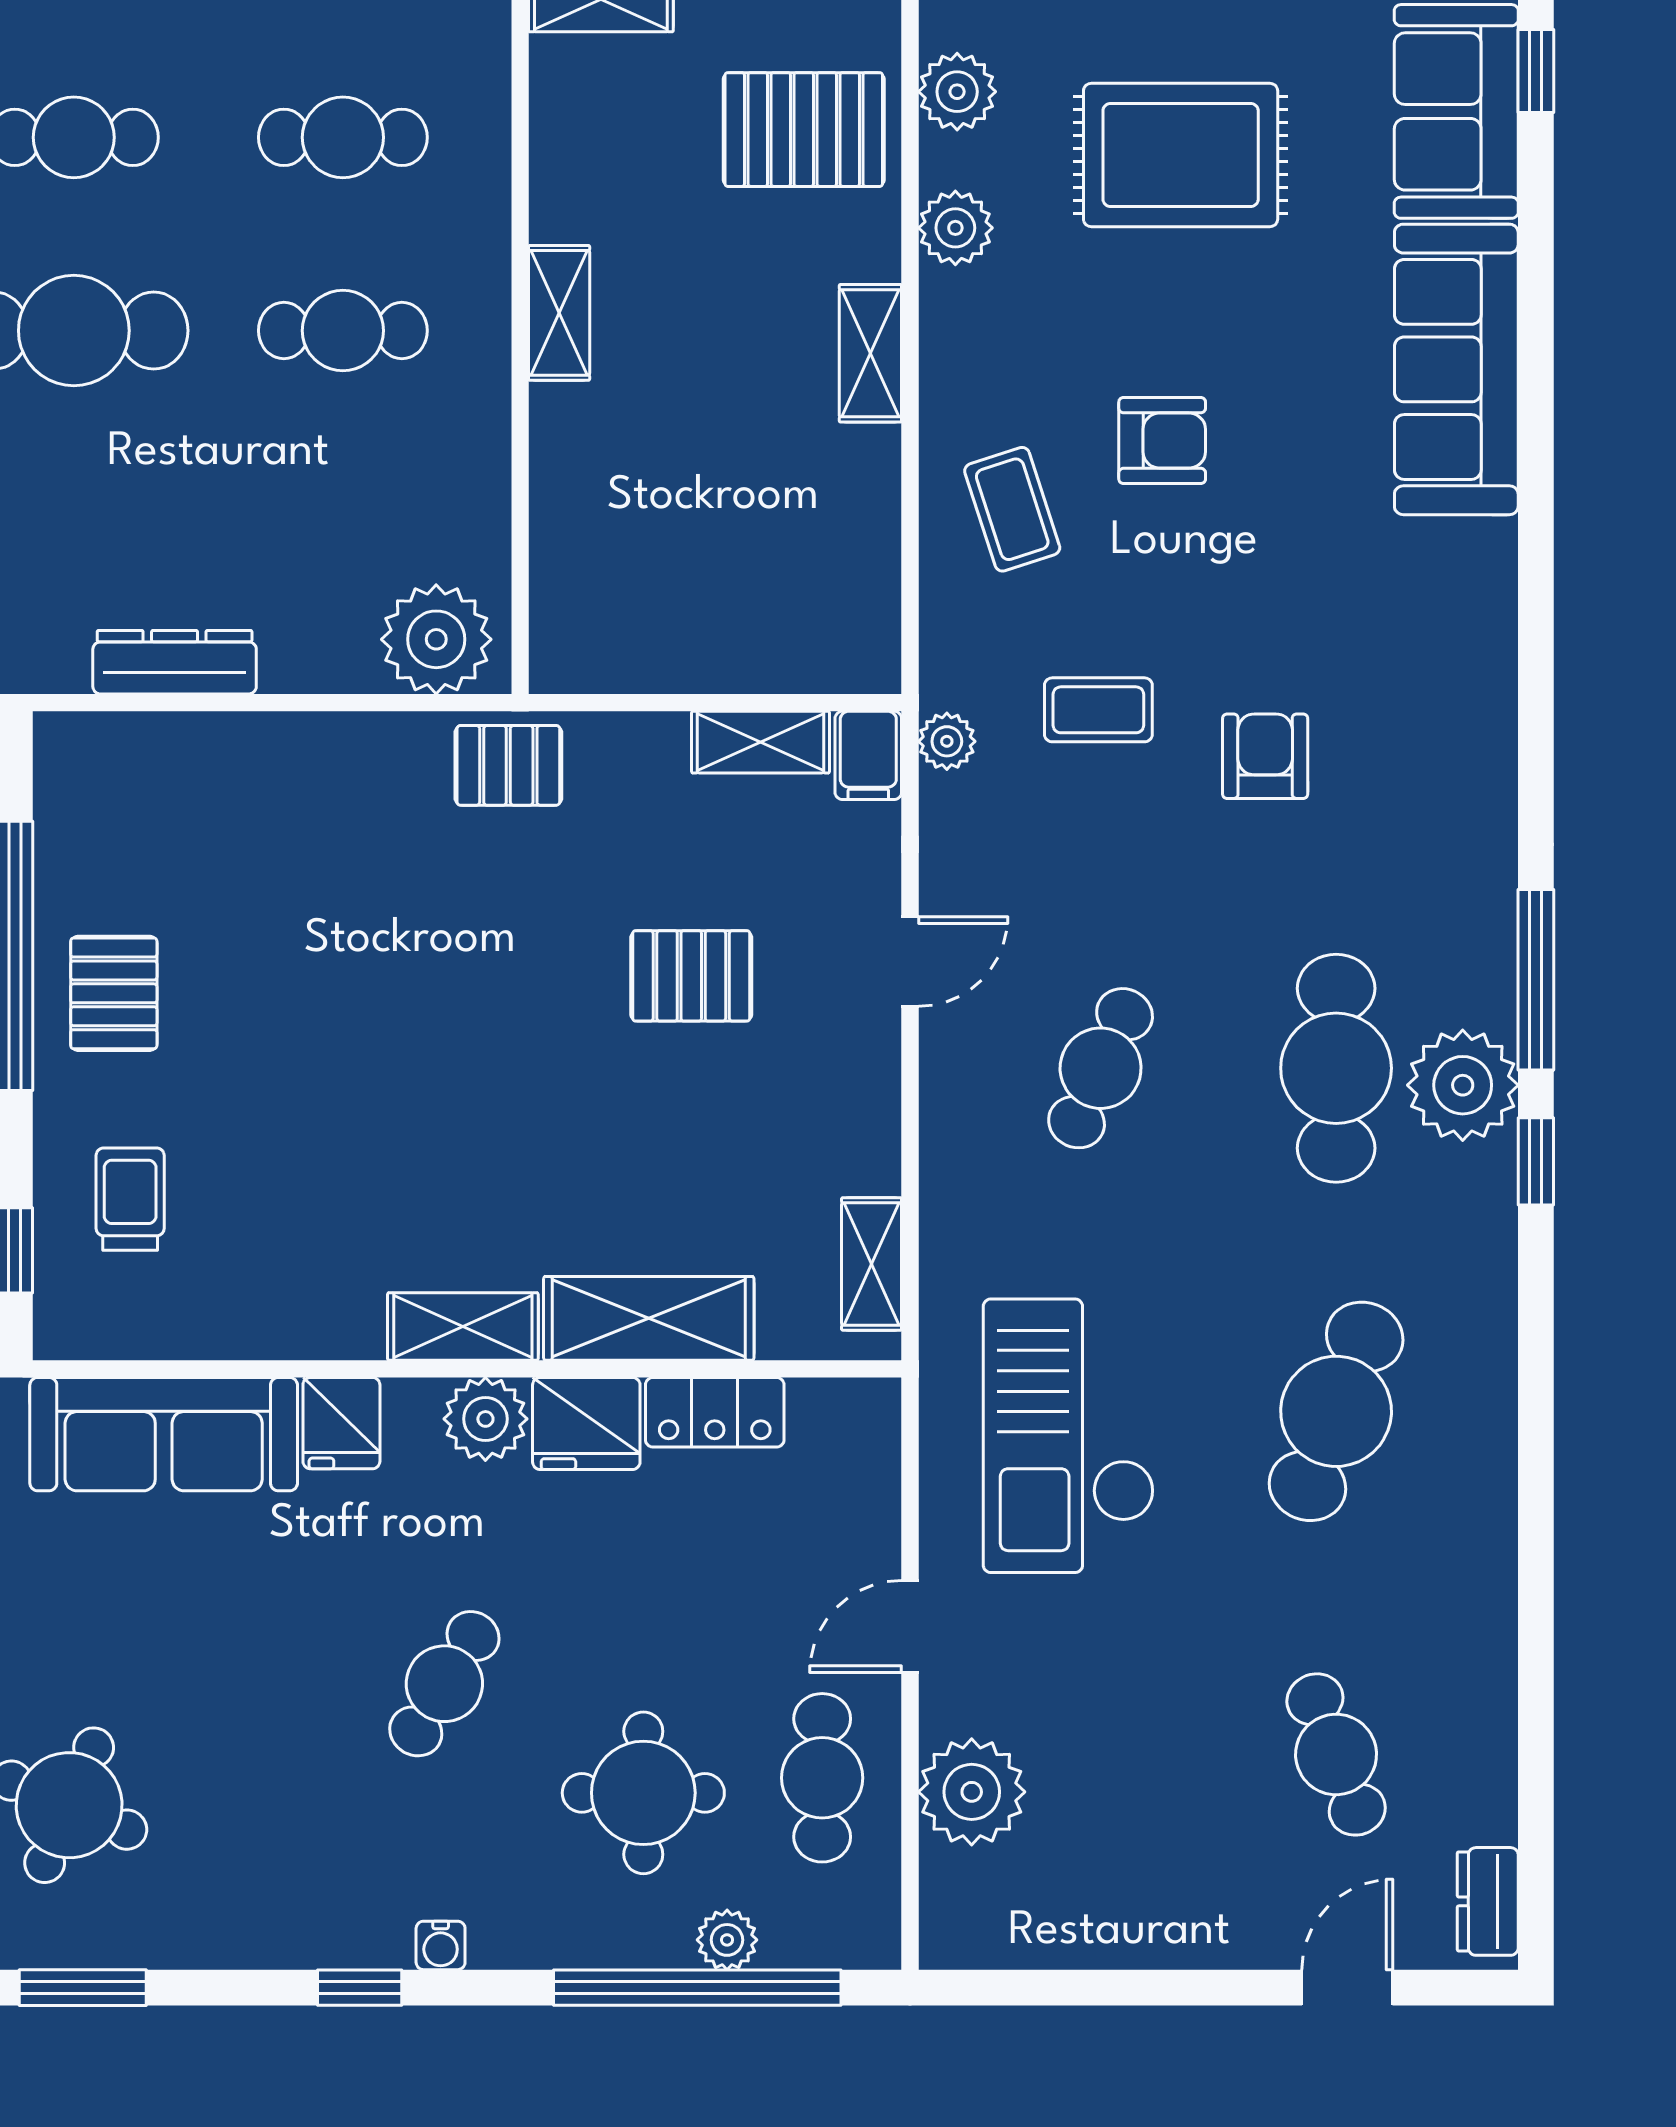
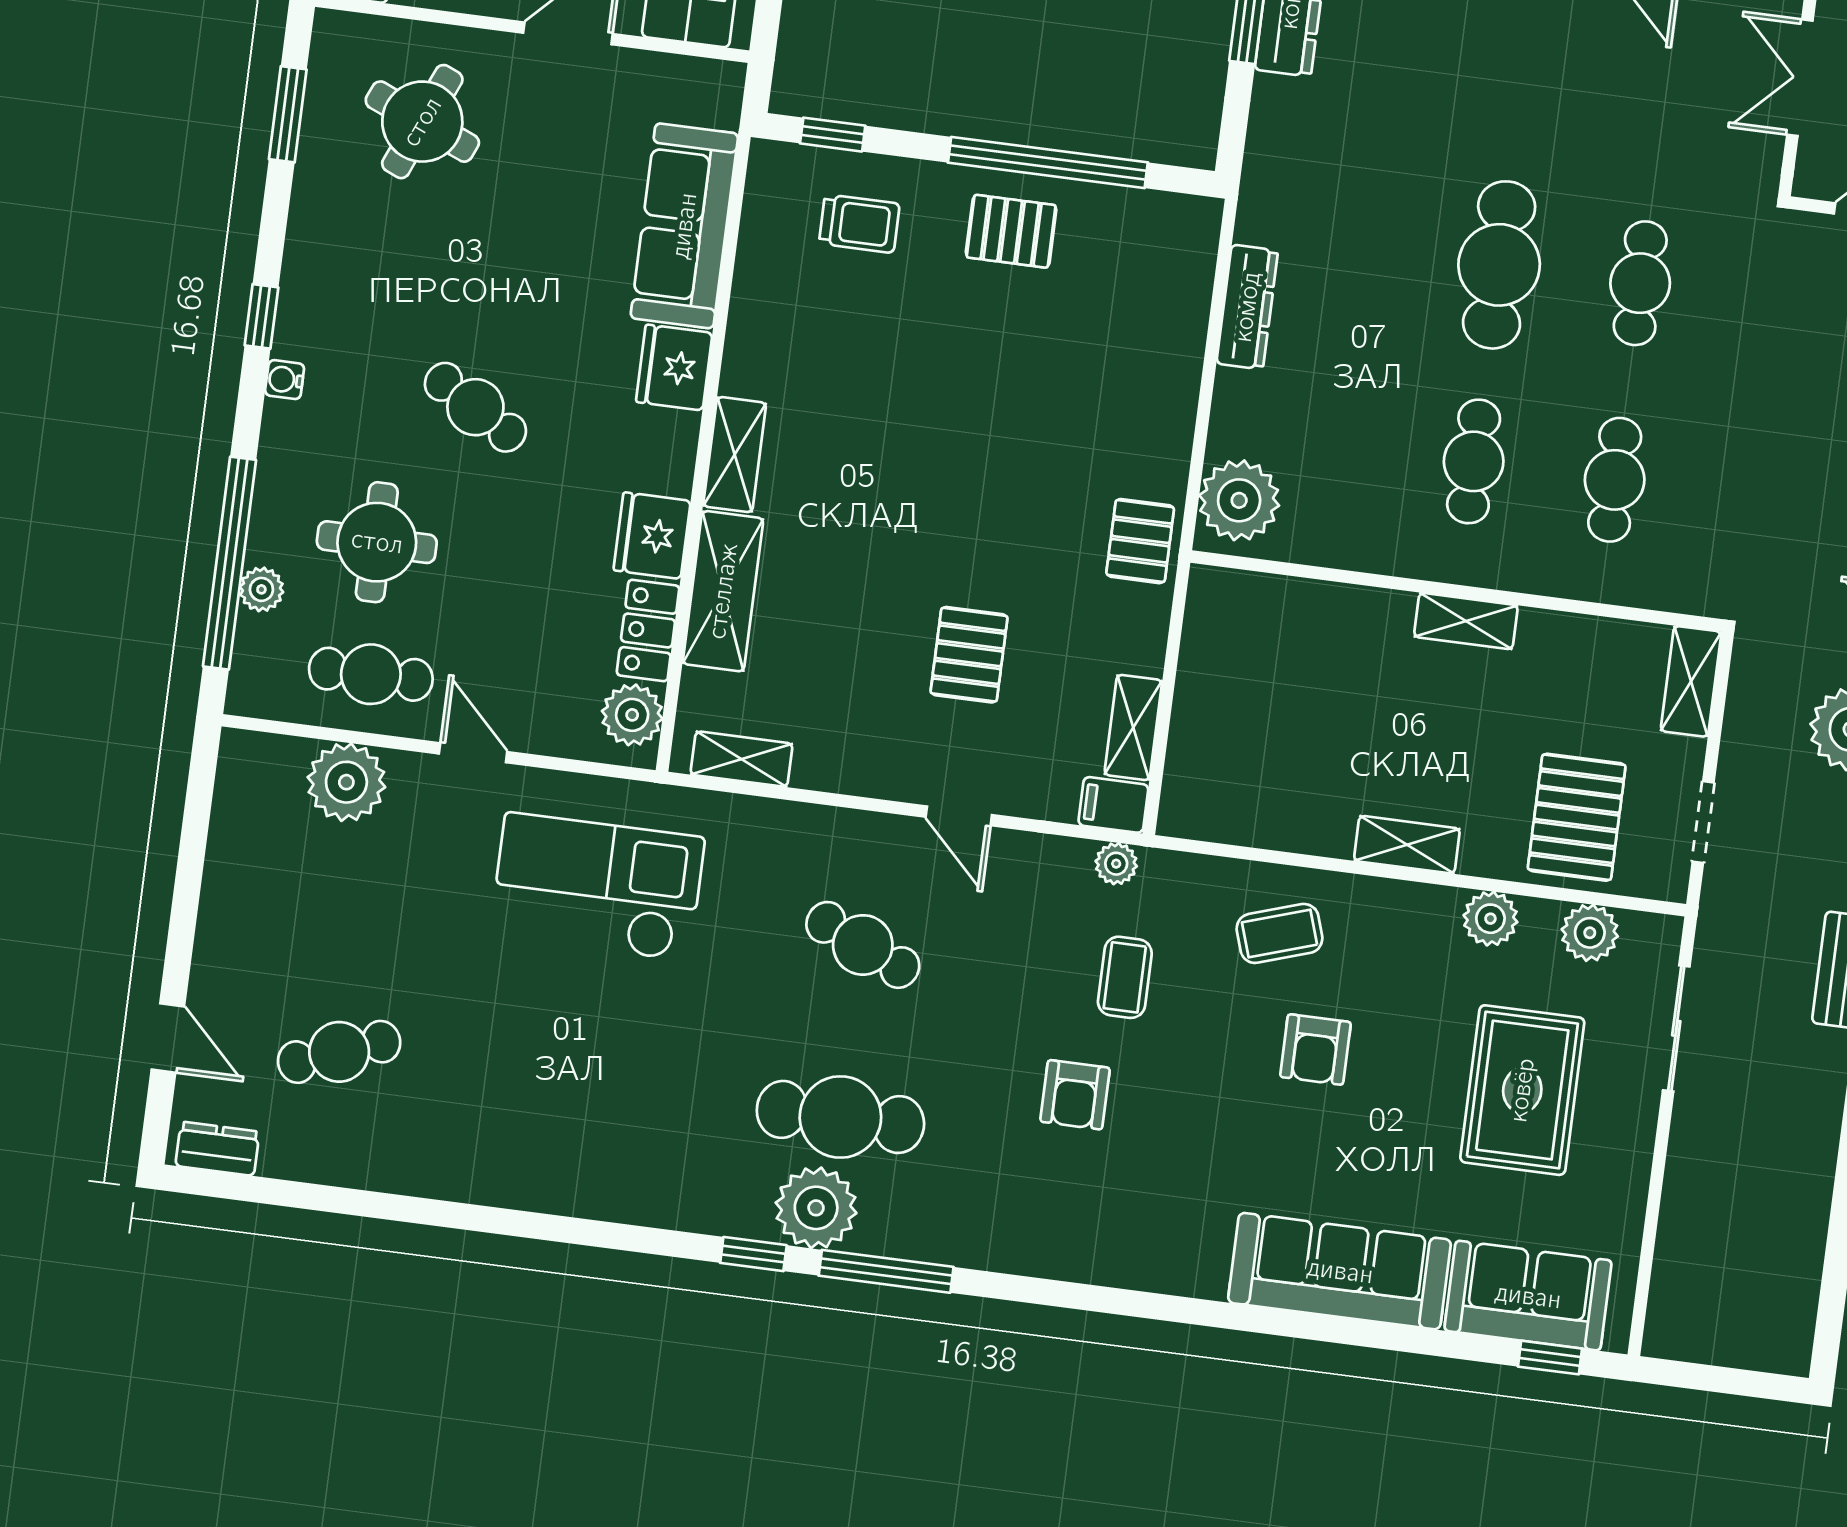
armchair: (1265, 756) -> (1075, 1095), turned 90
cafe table: (1336, 1411) -> (590, 1084), removed
plant: (485, 1419) -> (632, 715), moved
fridge: (341, 1423) -> (674, 367), width x1.38

